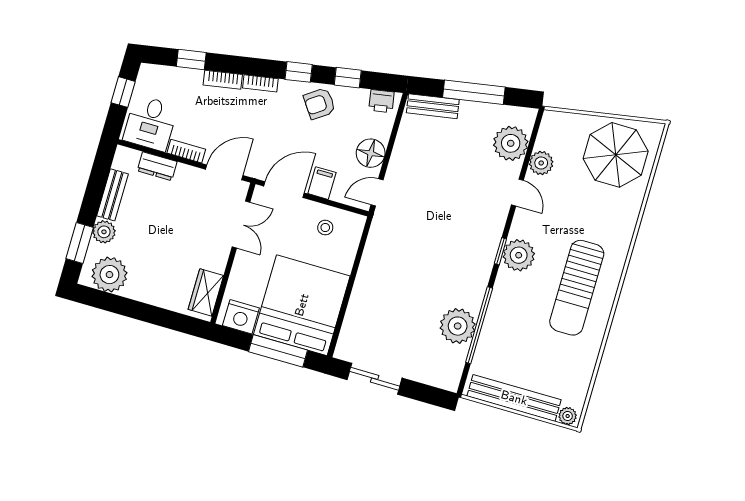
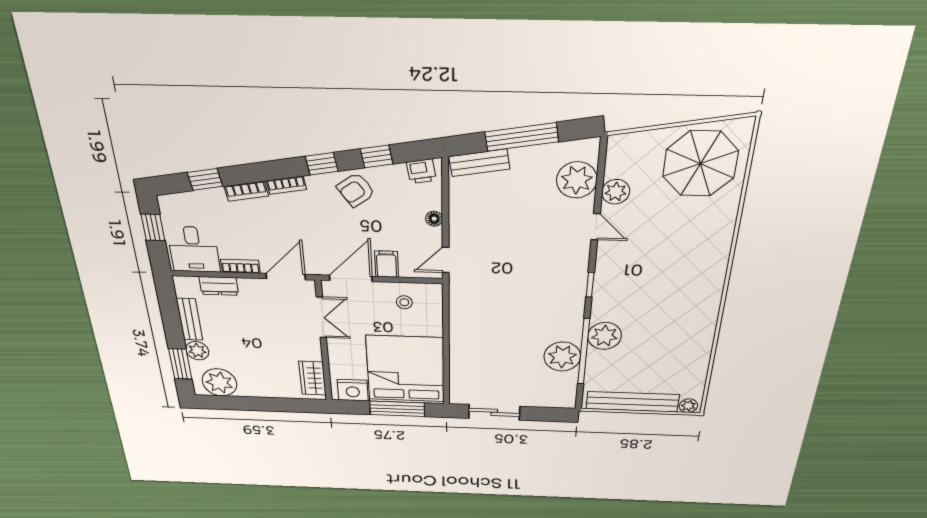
floor lamp: (371, 153) -> (434, 219), width x0.53, depth x0.53
plant: (519, 255) -> (605, 336), moved
sun lounger: (577, 288) -> (678, 300), removed

